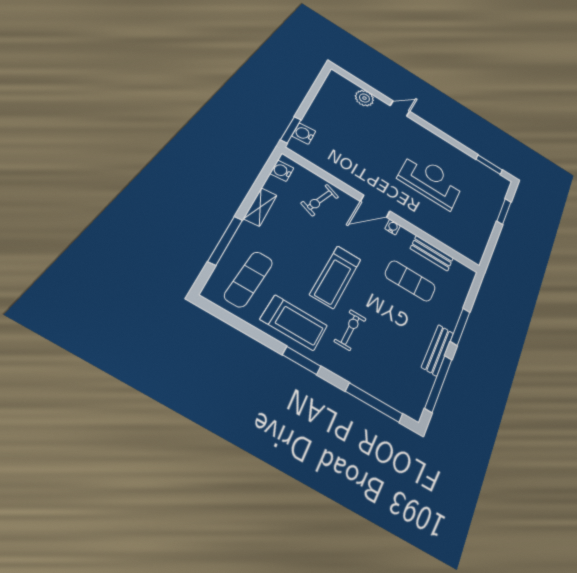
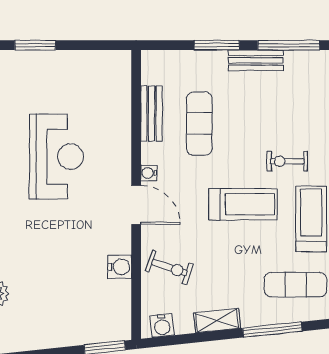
water cooler: (304, 134) -> (120, 267), moved, turned -84
reception desk: (431, 181) -> (56, 157), turned 180

